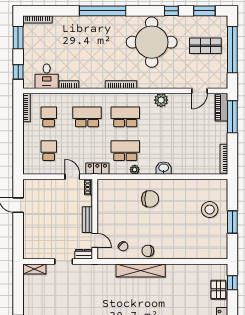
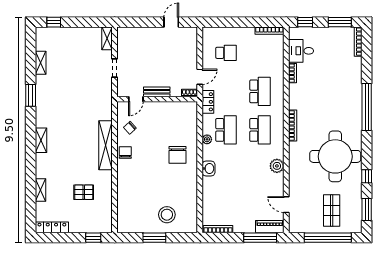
school desk: (49, 117) -> (260, 53), removed
dresser: (84, 254) -> (122, 88), removed
pallet: (218, 290) -> (84, 192), moved

